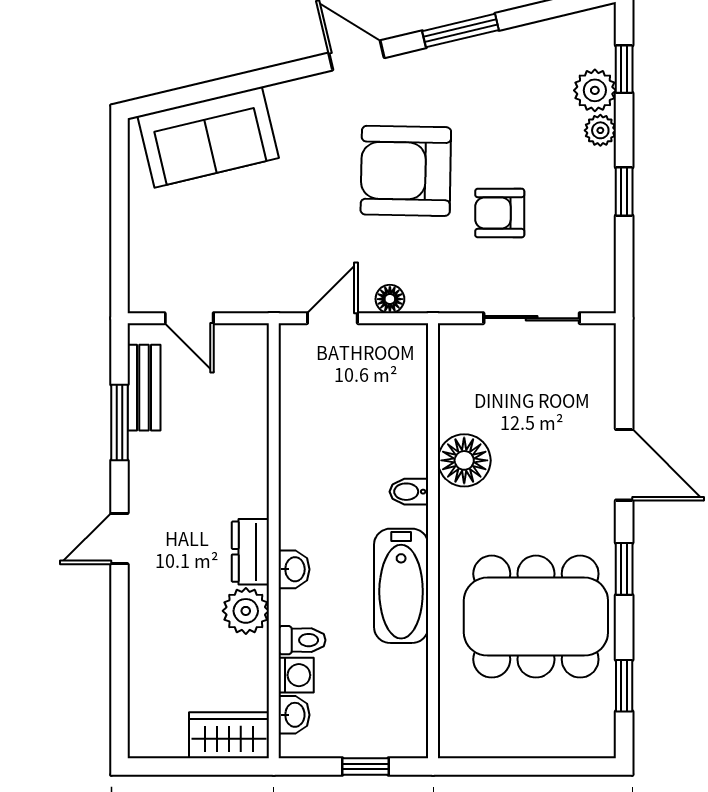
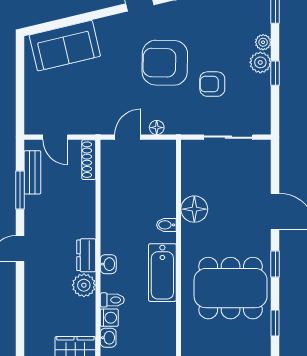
plant: (595, 90) -> (260, 62), moved
shoe rack: (255, 363) -> (89, 160), added

